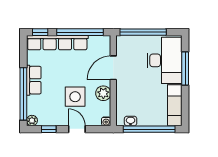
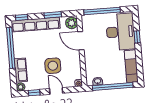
window: (80, 32) -> (53, 15), width x0.47
door: (113, 68) -> (81, 41), hinge flipped
window: (185, 68) -> (137, 37), width x0.46
row of seats: (34, 80) -> (21, 70), moved
plant: (103, 93) -> (72, 23), moved
window: (23, 94) -> (11, 48), moved

